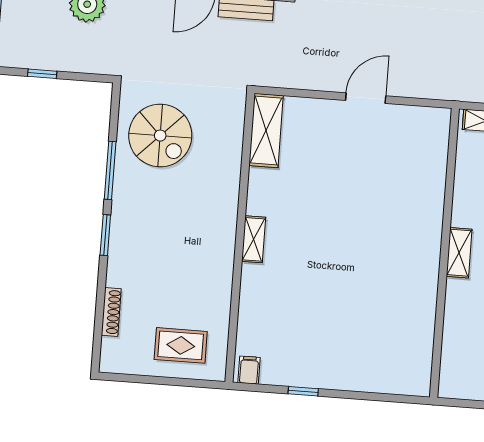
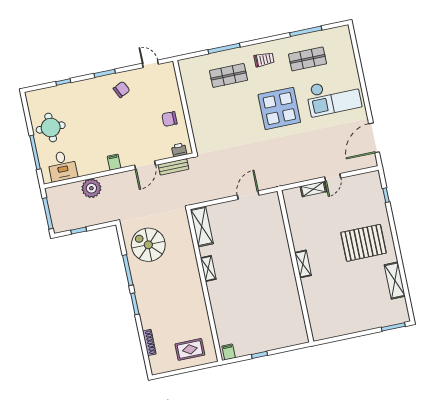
spiral stairs: (160, 136) -> (148, 245), turned 180
shelving: (254, 239) -> (208, 269), moved
wall: (444, 253) -> (295, 266), moved
shelving: (459, 253) -> (303, 264), moved

